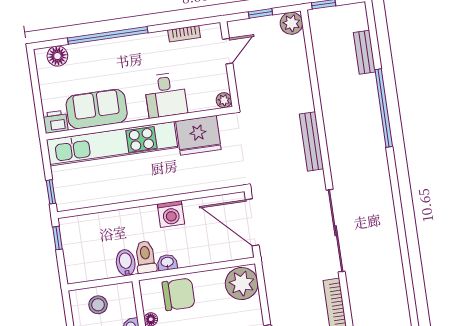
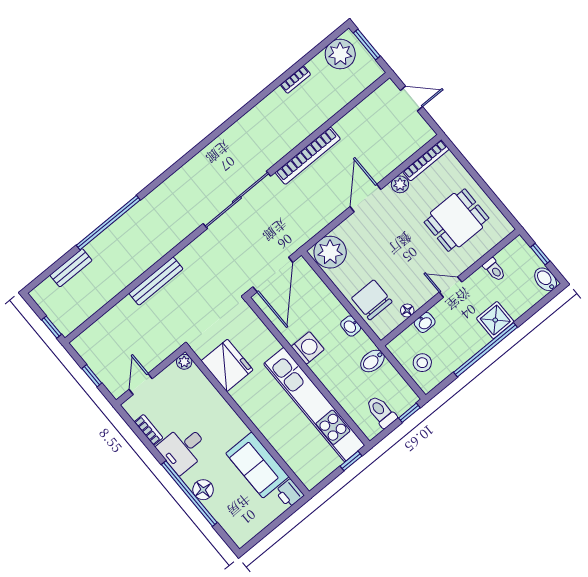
plant: (291, 23) -> (84, 344), removed
door: (228, 51) -> (141, 384), hinge flipped
floor lamp: (57, 56) -> (203, 490), moved
desk: (166, 95) -> (183, 449), moved, turned 180
bench: (311, 141) -> (156, 281), moved
kitchen unit: (112, 144) -> (314, 405), moved, turned 180
window: (58, 238) -> (409, 413), moved
toilet: (146, 257) -> (381, 412), moved, turned 90

